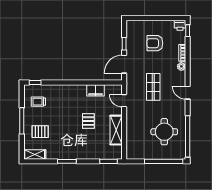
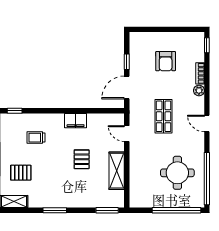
printer: (180, 25) -> (197, 38), removed
armchair: (155, 43) -> (166, 61), turned -90
filing cabinet: (96, 90) -> (76, 121), moved
trolley: (38, 102) -> (36, 138), moved

